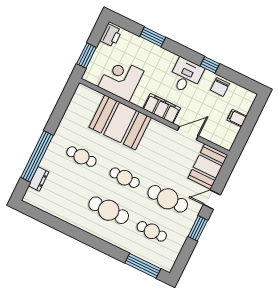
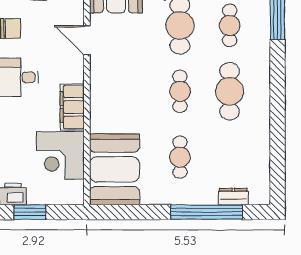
window: (86, 56) -> (30, 212), moved
filing cabinet: (162, 108) -> (72, 107), moved
booth: (120, 122) -> (115, 169), moved

